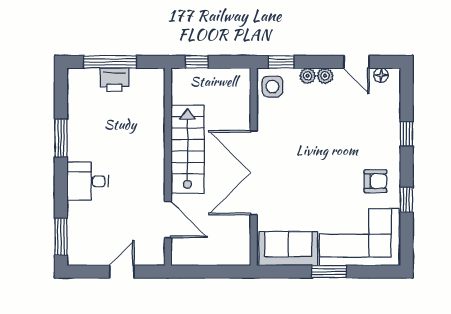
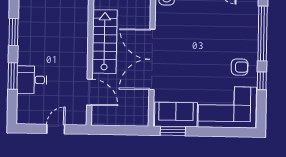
window: (407, 134) -> (263, 33), width x3.17
desk: (88, 181) -> (32, 80), moved
window: (61, 237) -> (13, 76), moved
window: (329, 272) -> (173, 131), moved

